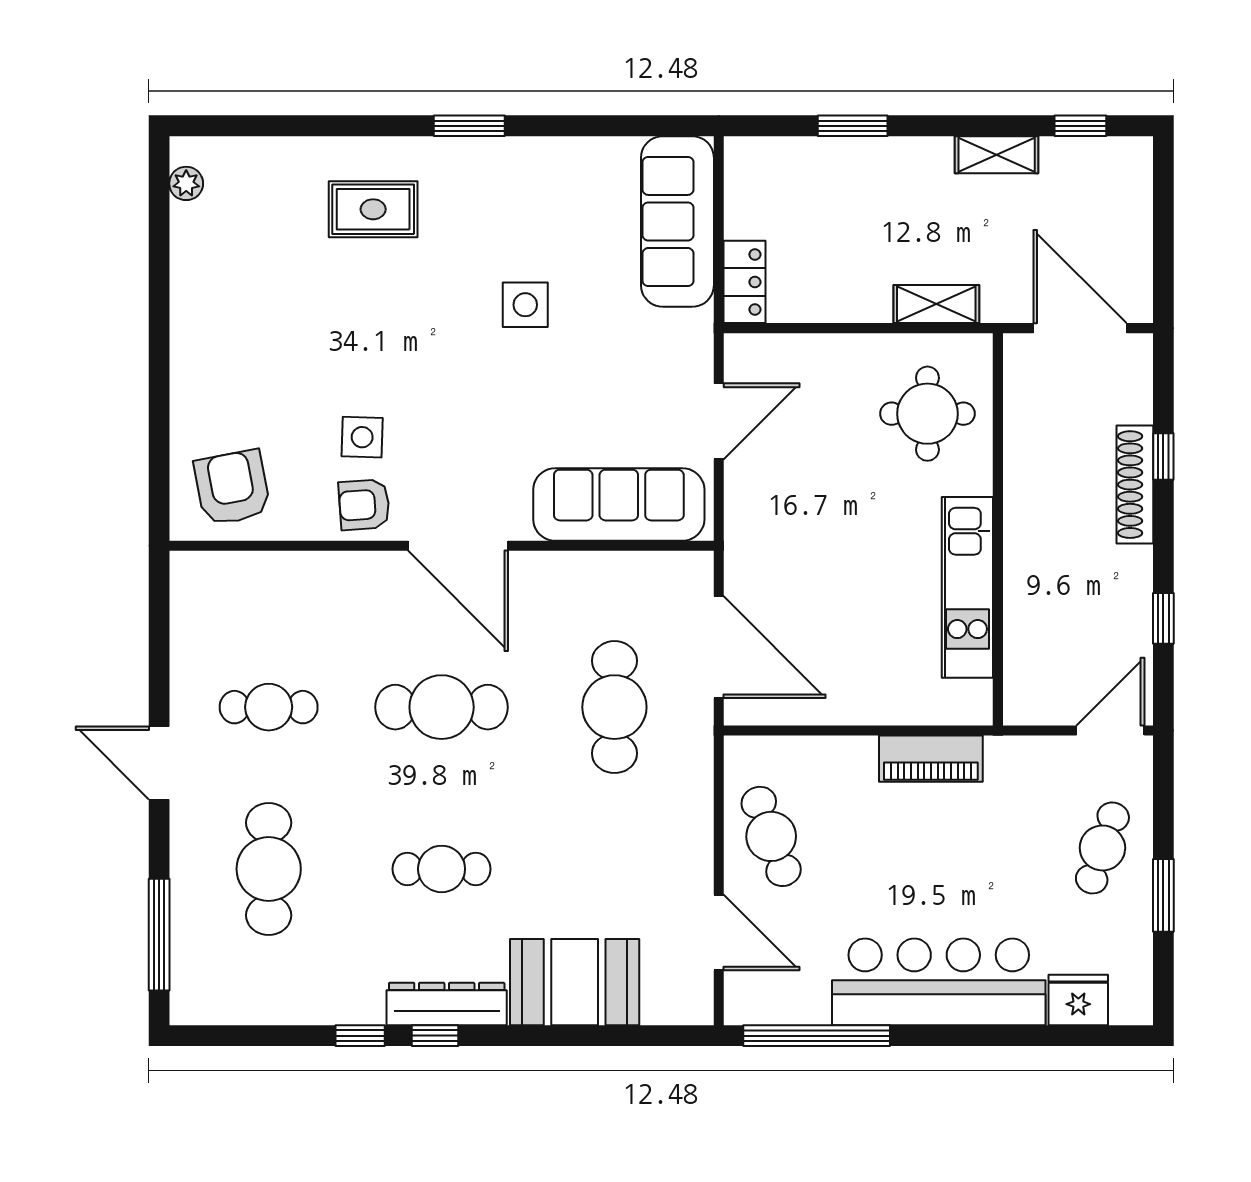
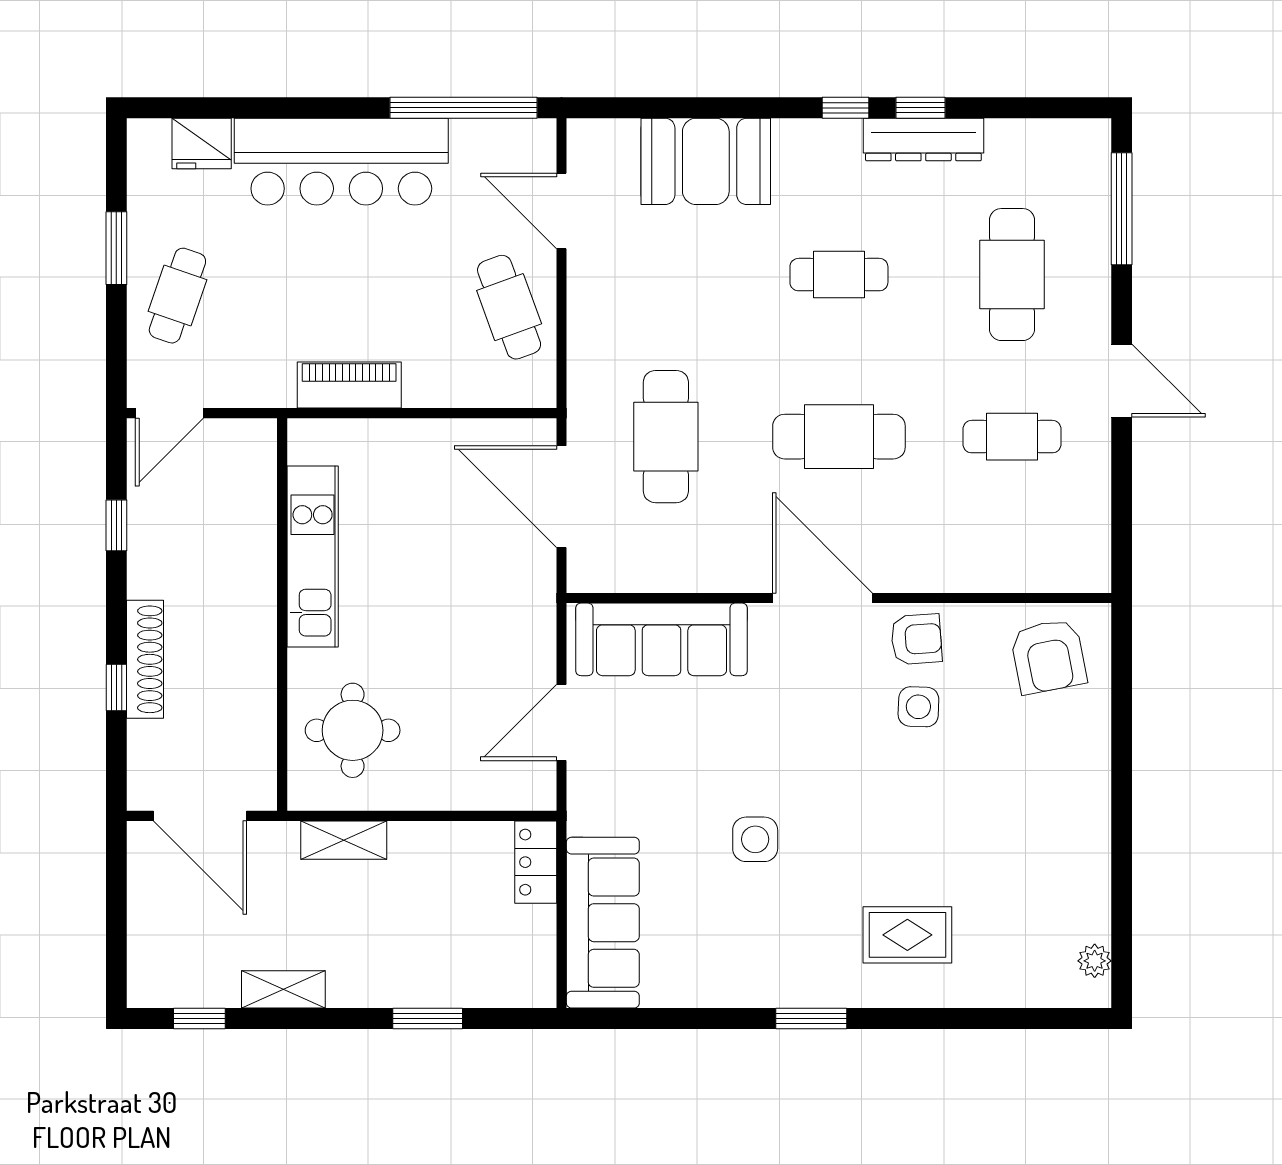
dresser: (447, 1004) -> (923, 139), moved

